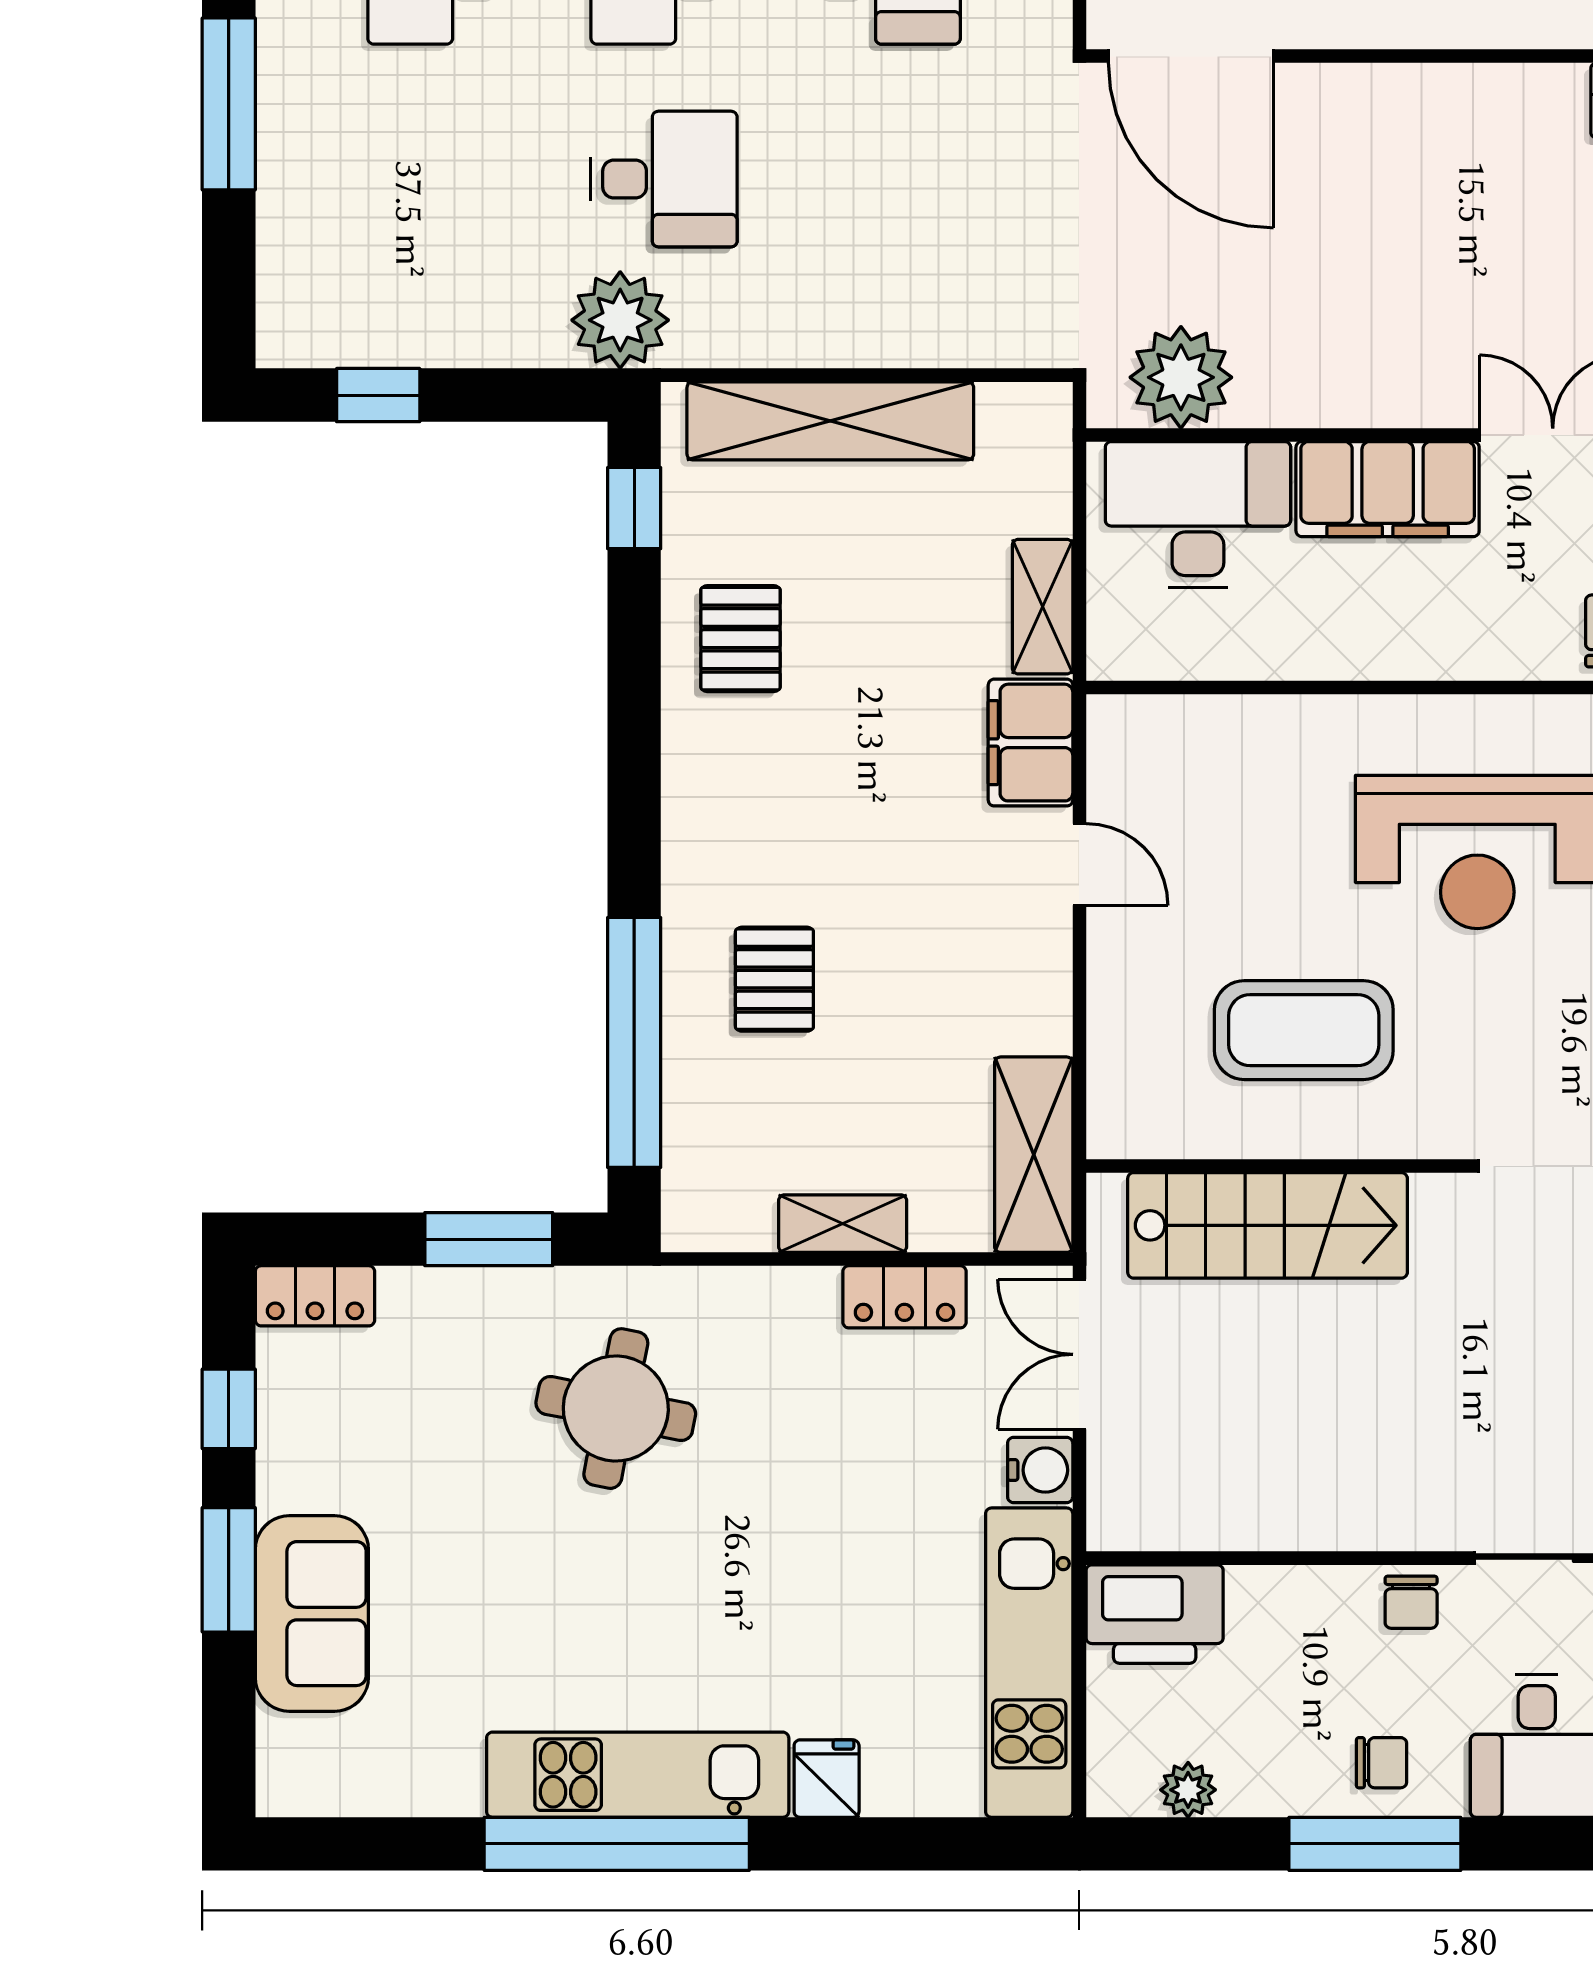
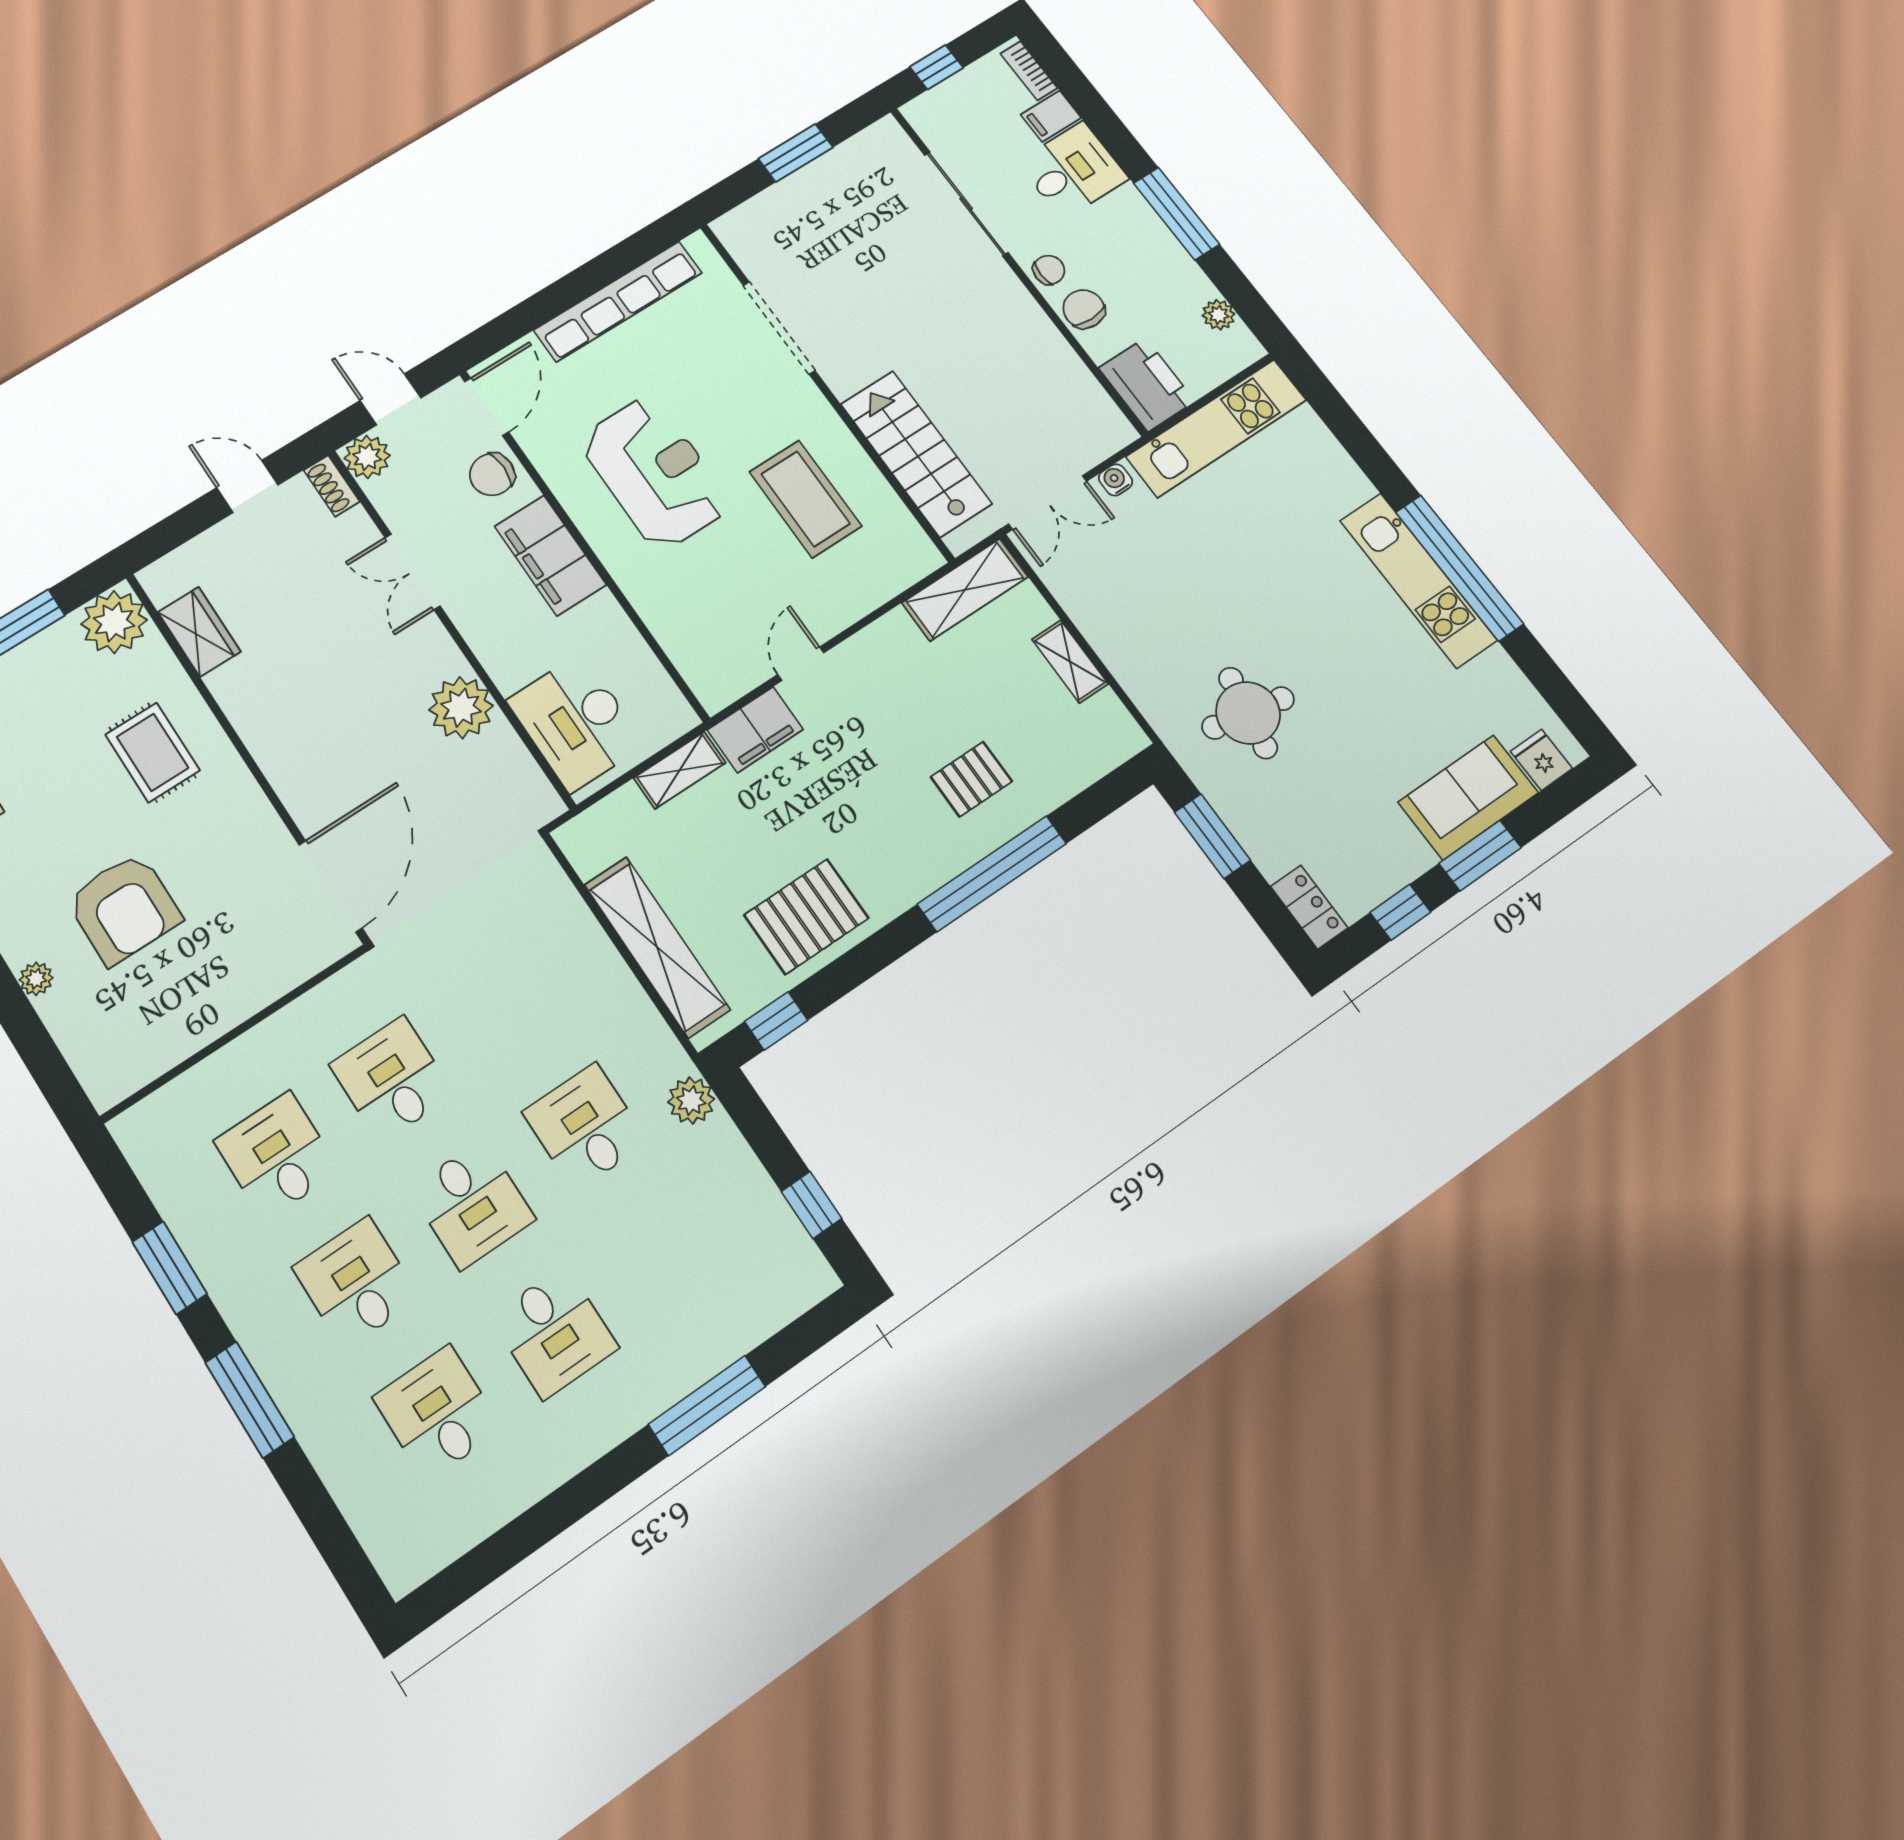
plant: (620, 320) -> (691, 1101), width x0.73, depth x0.73
plant: (1181, 377) -> (461, 708), moved
filing cabinet: (1388, 489) -> (550, 555), moved, turned 180
pallet: (741, 639) -> (806, 917), width x1.50, depth x1.42
window: (634, 1042) -> (992, 874), moved
locker: (904, 1297) -> (1084, 606), removed
water cooler: (1040, 1470) -> (1116, 480), width x0.72, depth x0.72
chair: (1382, 1763) -> (1084, 309), moved, width x1.37, depth x1.37
fridge: (827, 1779) -> (1541, 760), moved, turned 90

